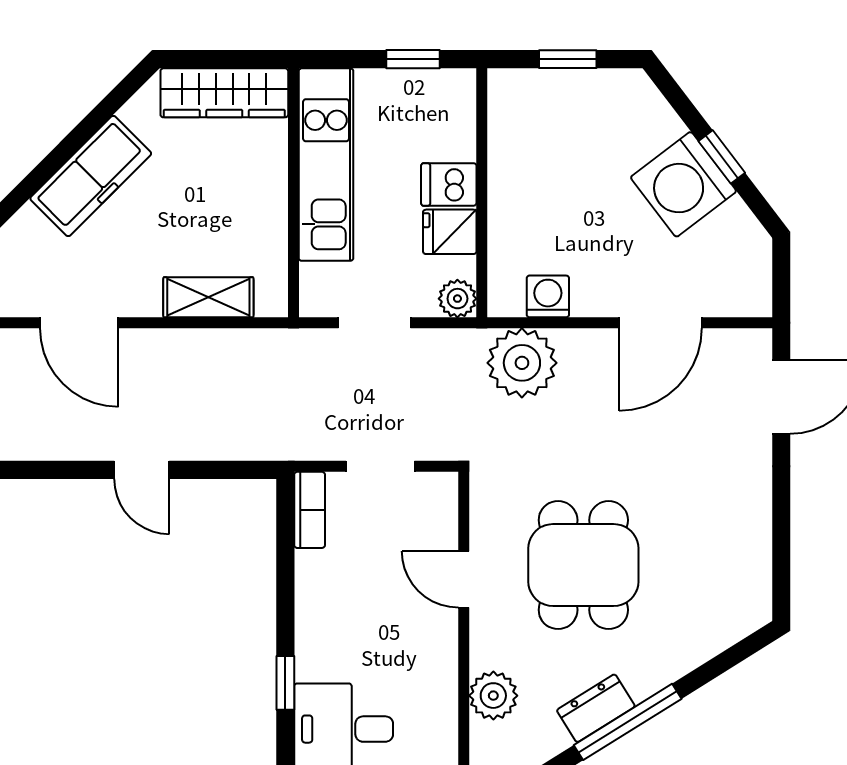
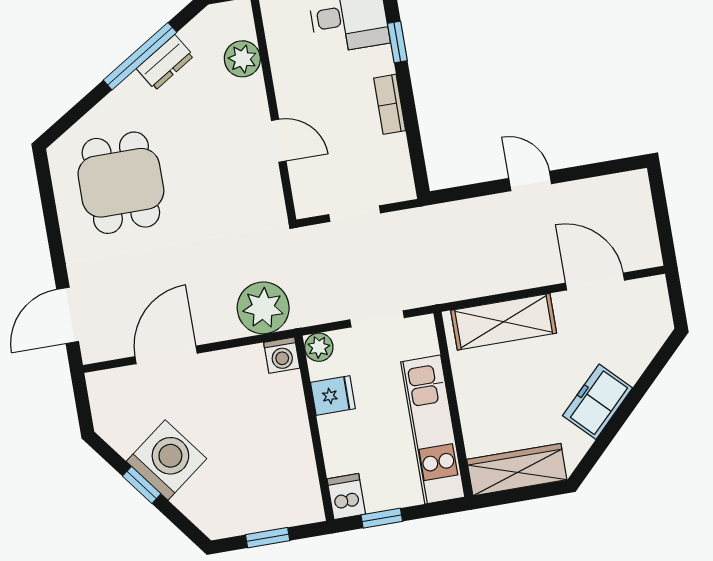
freezer: (91, 176) -> (598, 402), width x0.71
dishwasher: (449, 184) -> (346, 497), moved, turned -90
washing machine: (548, 296) -> (282, 355), moved
shelving: (208, 297) -> (504, 322), width x1.50, depth x1.33
bookcase: (310, 510) -> (390, 104), moved
dining table: (583, 565) -> (121, 183), moved

